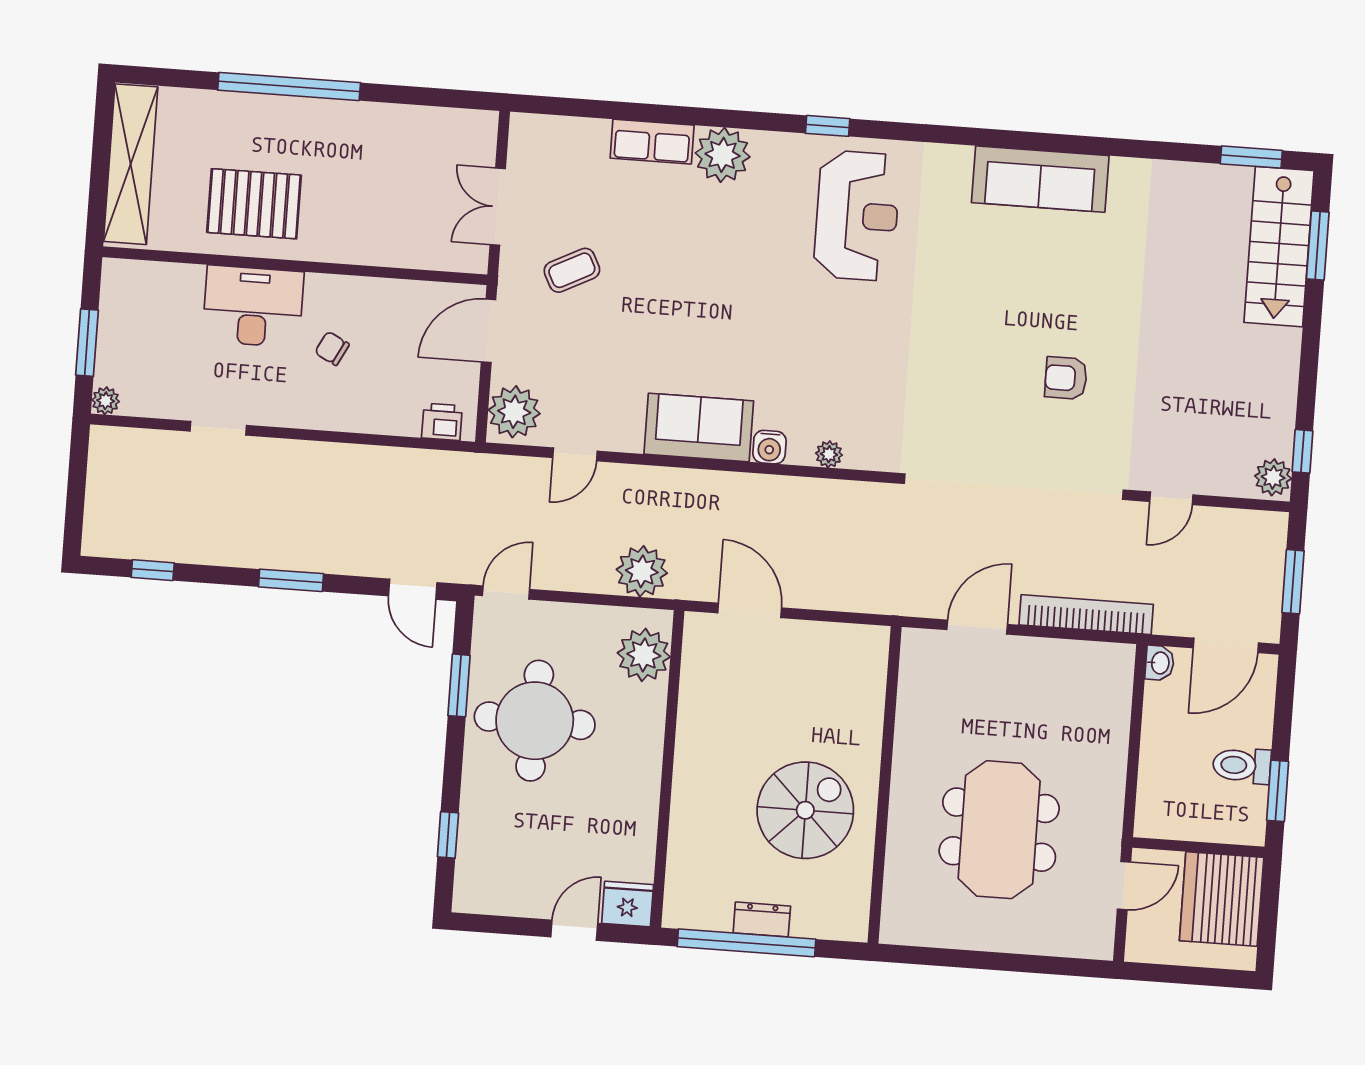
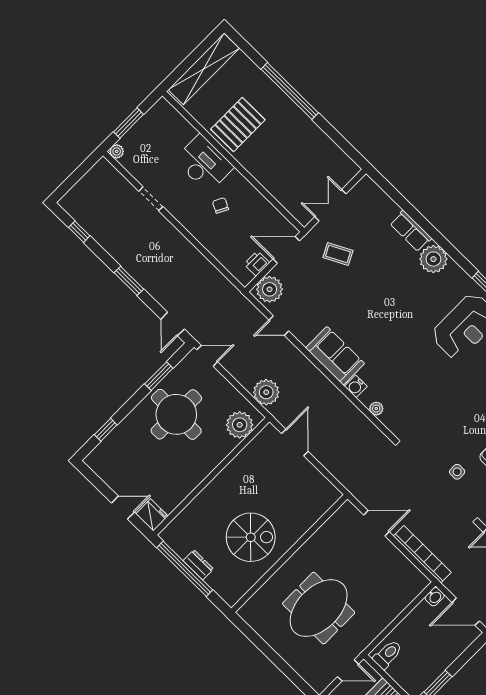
pallet: (254, 204) -> (238, 124), turned 90
printer: (442, 422) -> (257, 263), moved, turned -90
side table: (1033, 445) -> (457, 472), added
toilet: (1242, 765) -> (388, 654), moved, turned 90

